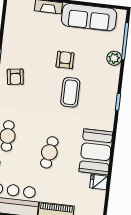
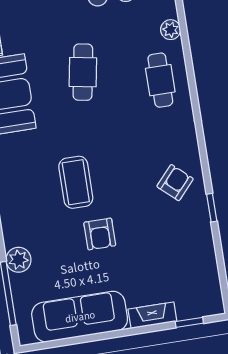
armchair: (15, 77) -> (175, 183), turned 50

